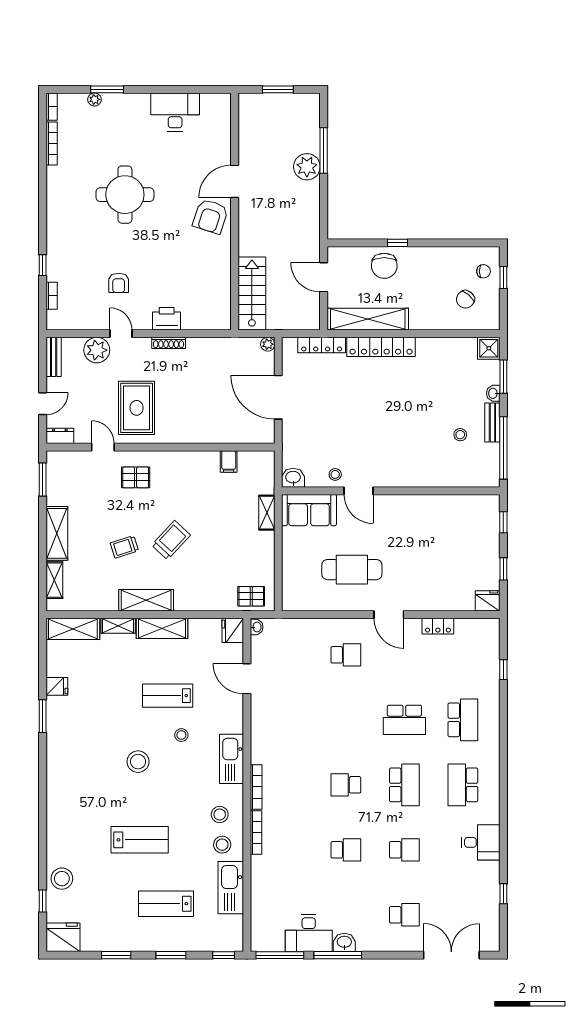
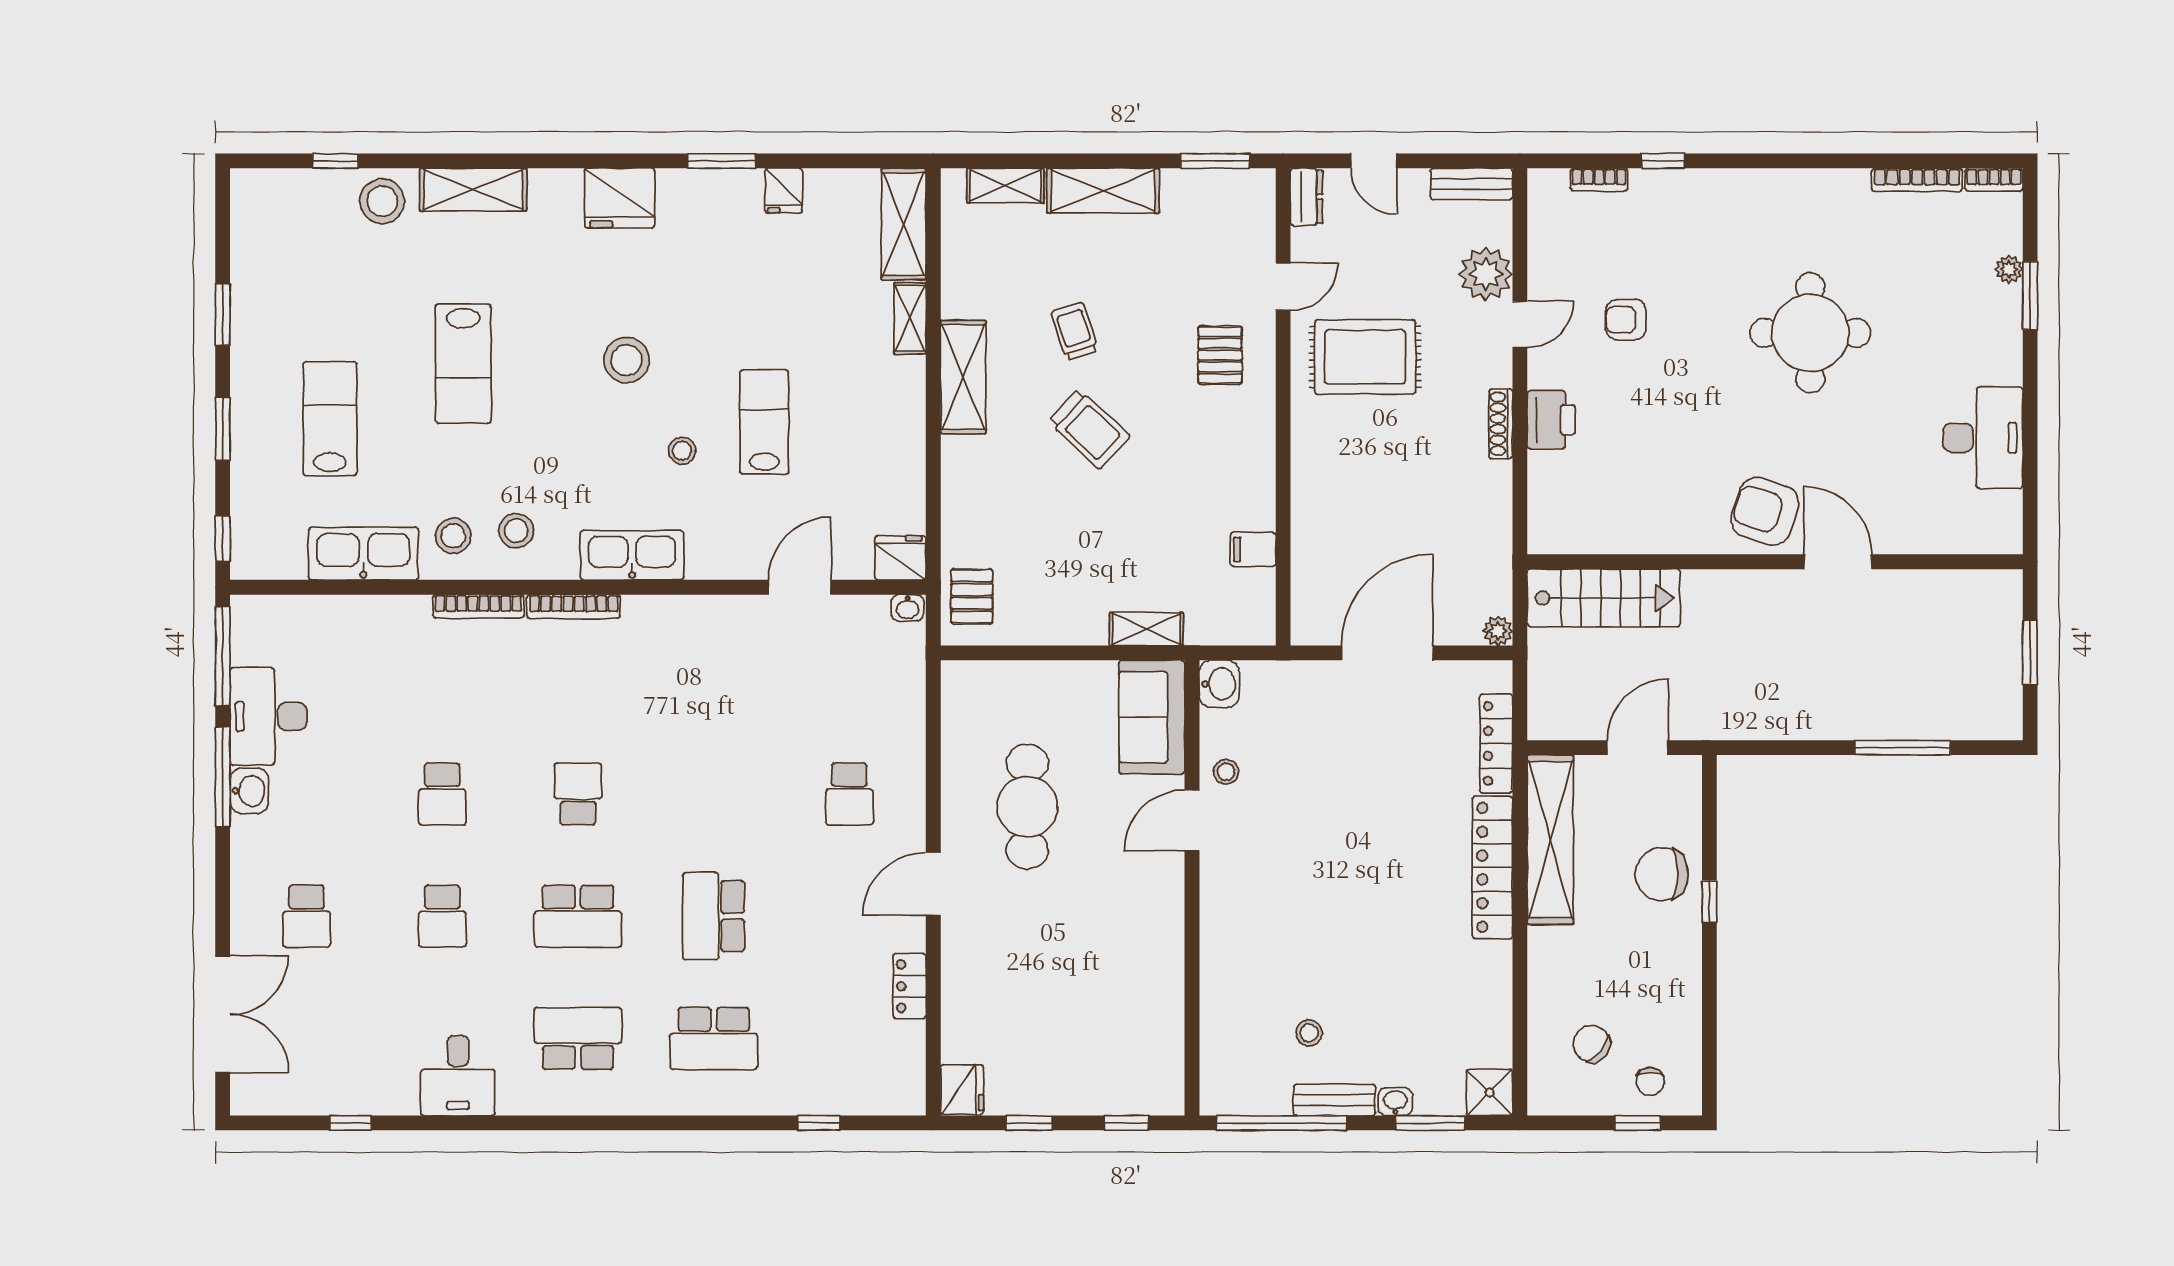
plant: (307, 167) -> (1868, 713), removed
shelving: (162, 628) -> (473, 190), moved, turned 90
fridge: (63, 937) -> (620, 198), moved, turned 90

